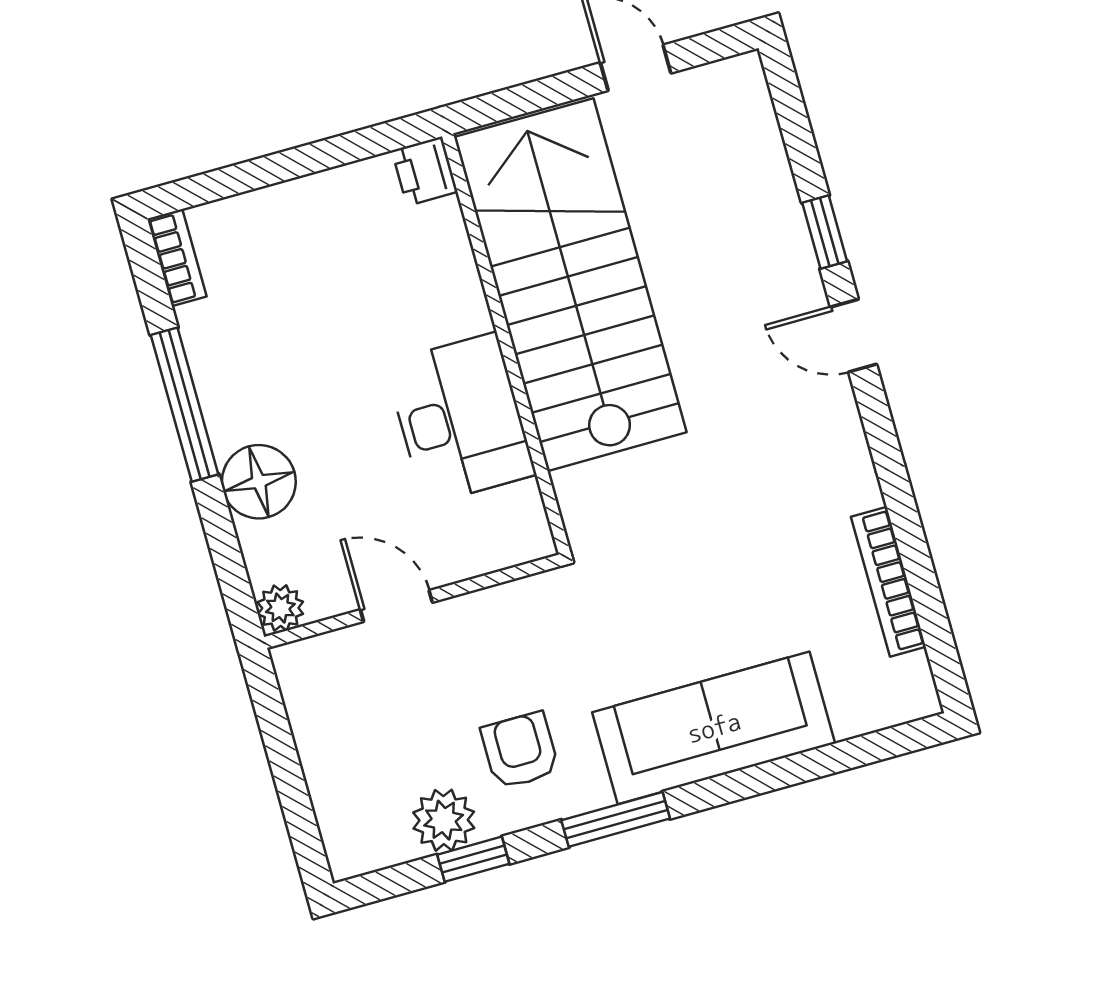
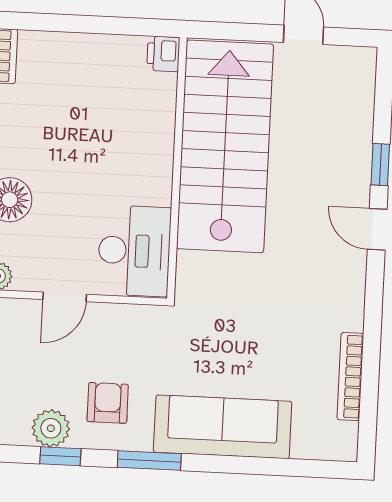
desk: (460, 419) -> (134, 251), moved
door: (396, 606) -> (65, 297), swing flipped

